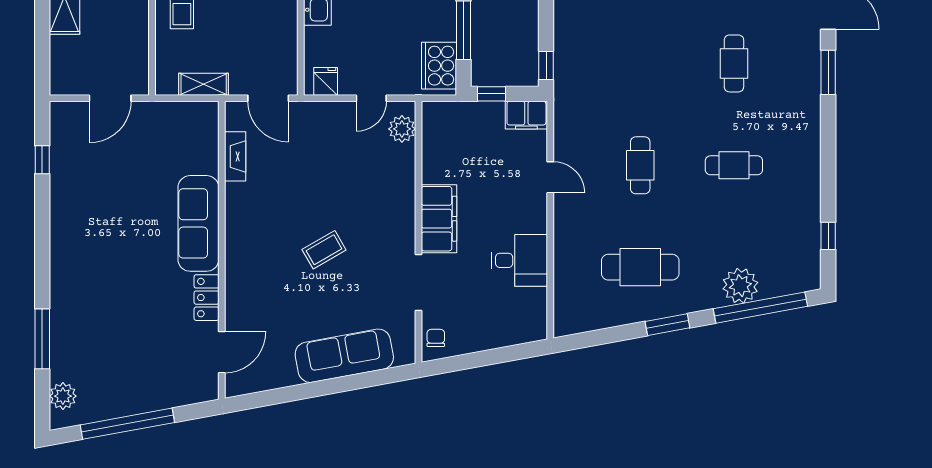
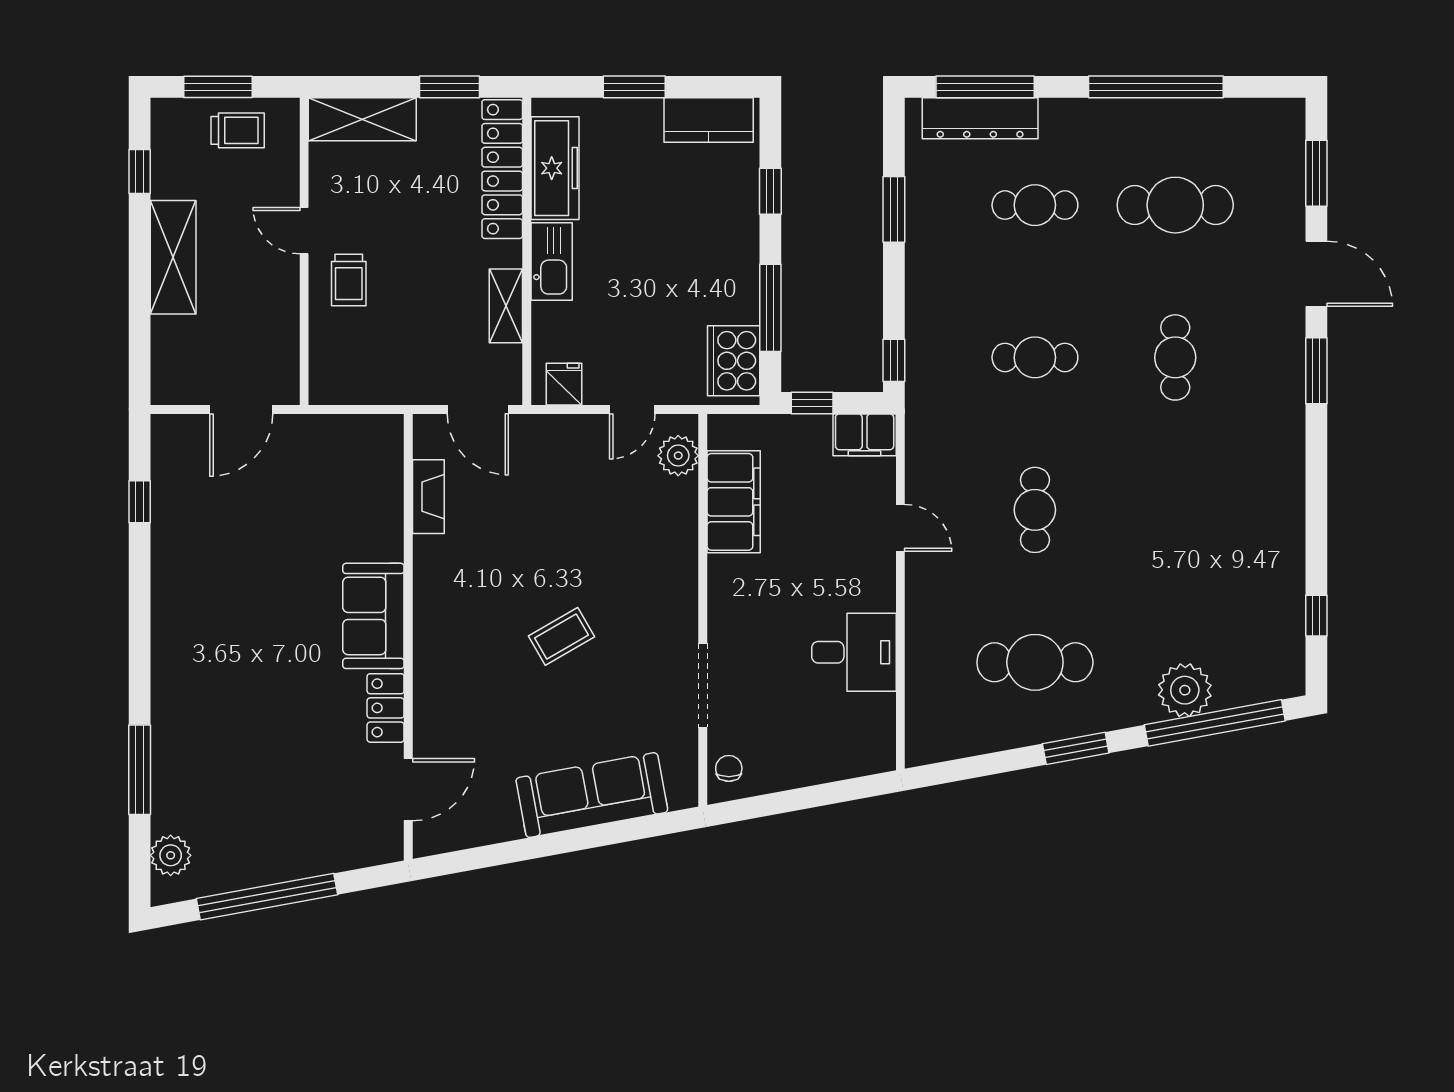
shelving: (204, 84) -> (506, 306), moved, turned 90
cafe table: (734, 165) -> (1035, 357), moved
filing cabinet: (439, 219) -> (734, 502), moved
sofa: (198, 223) -> (373, 616), width x0.73

